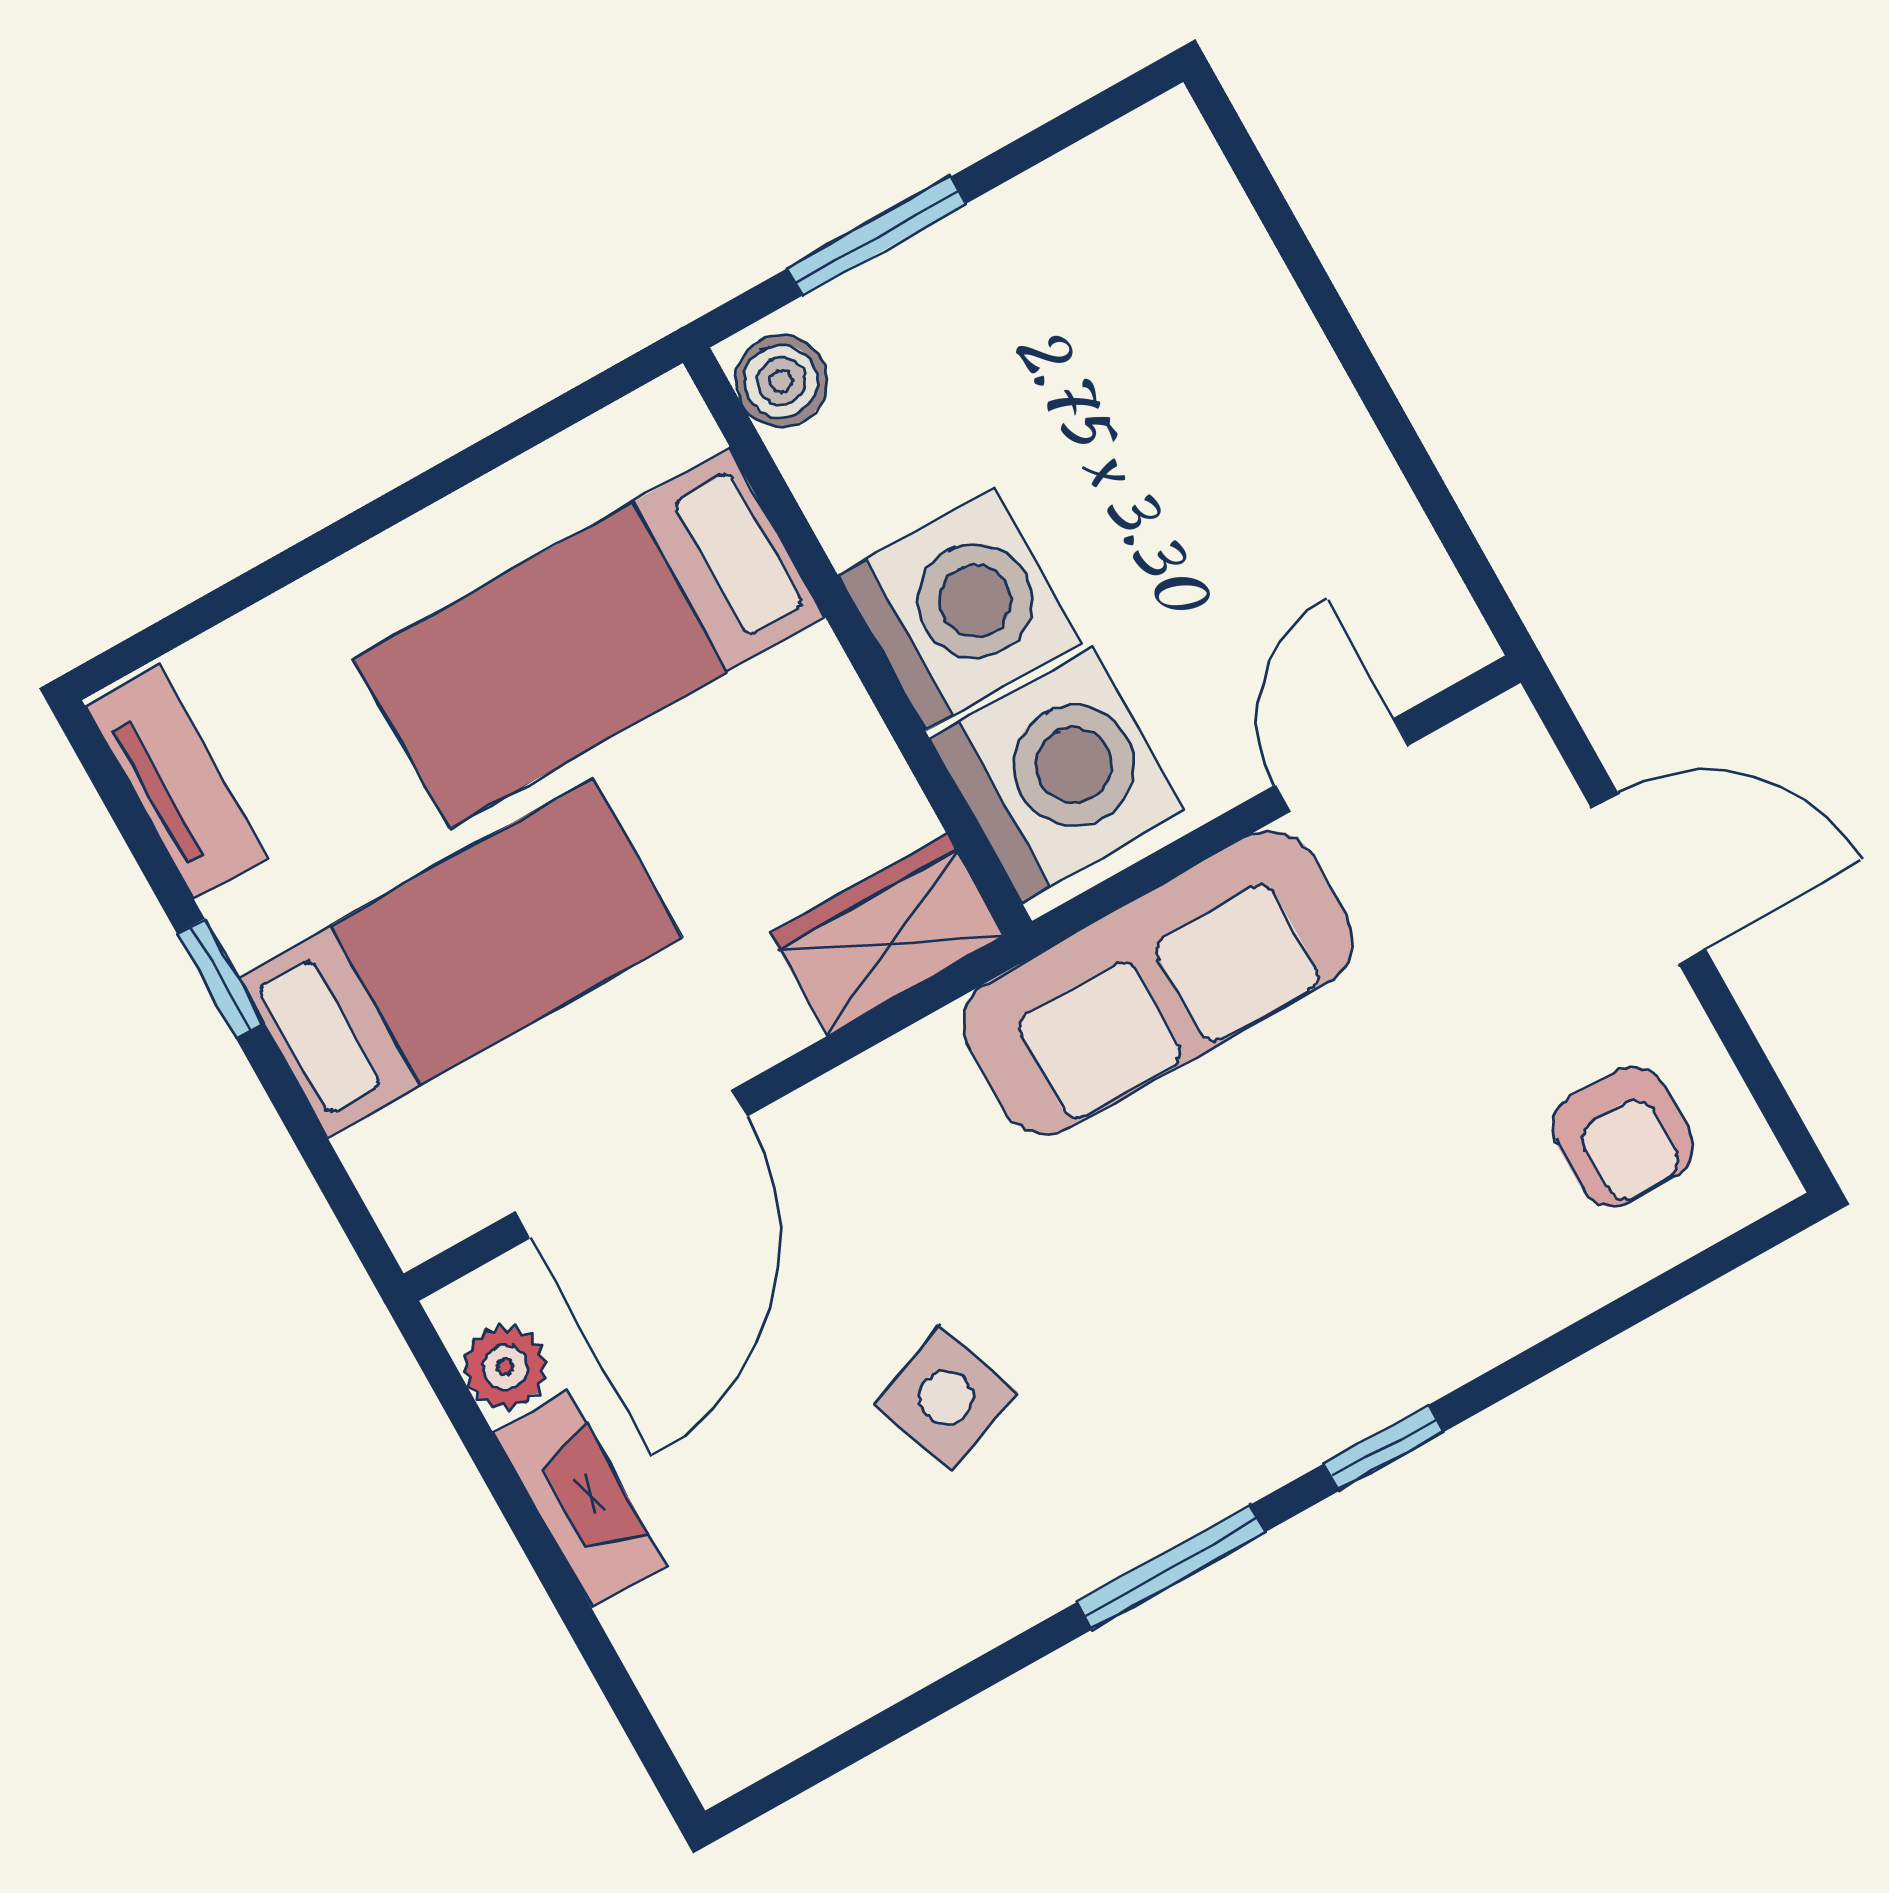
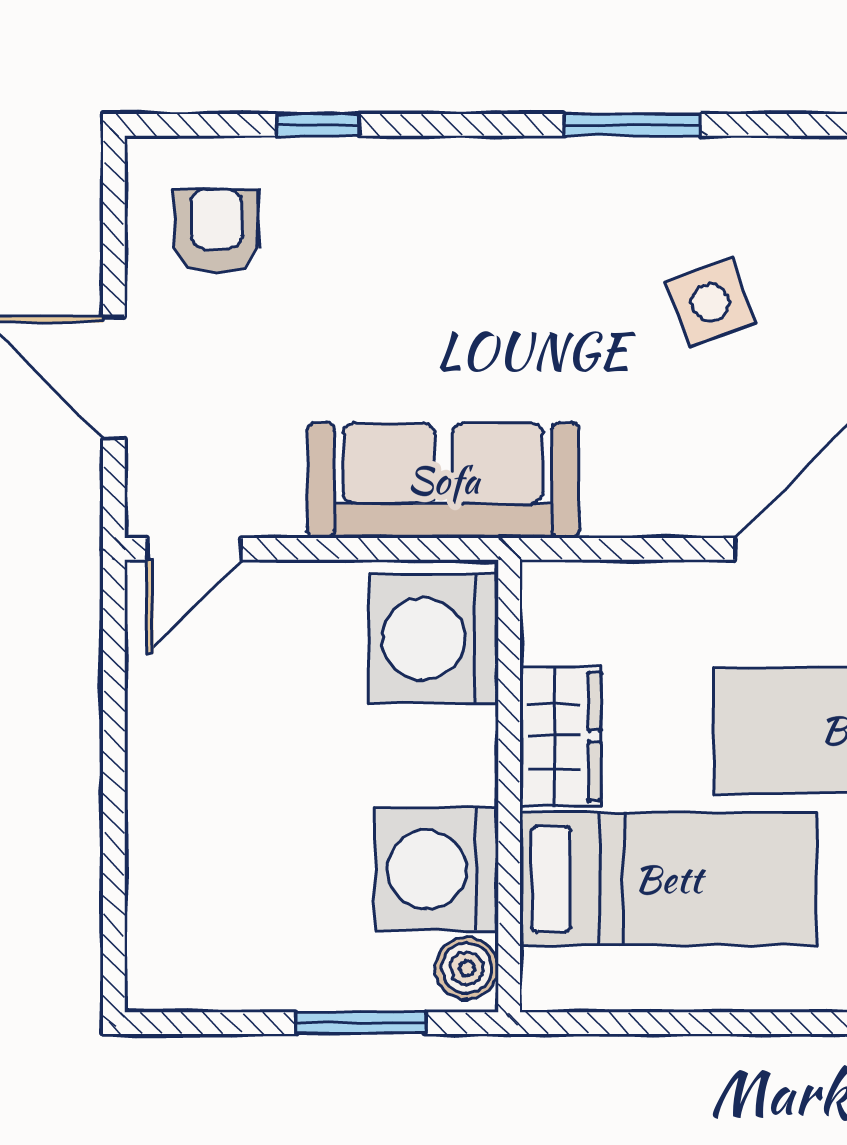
washing machine: (960, 609) -> (437, 870), moved
door: (1342, 765) -> (194, 549), moved
wardrobe: (887, 935) -> (560, 736), moved, turned -90
window: (1384, 1448) -> (318, 125), moved

